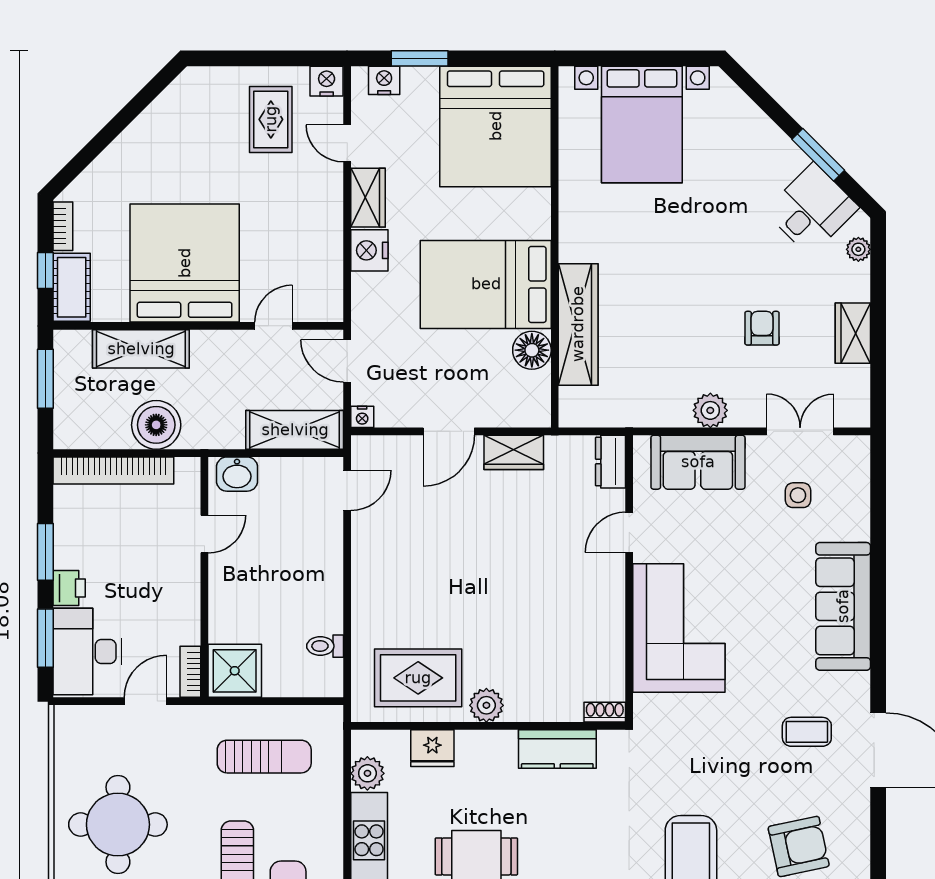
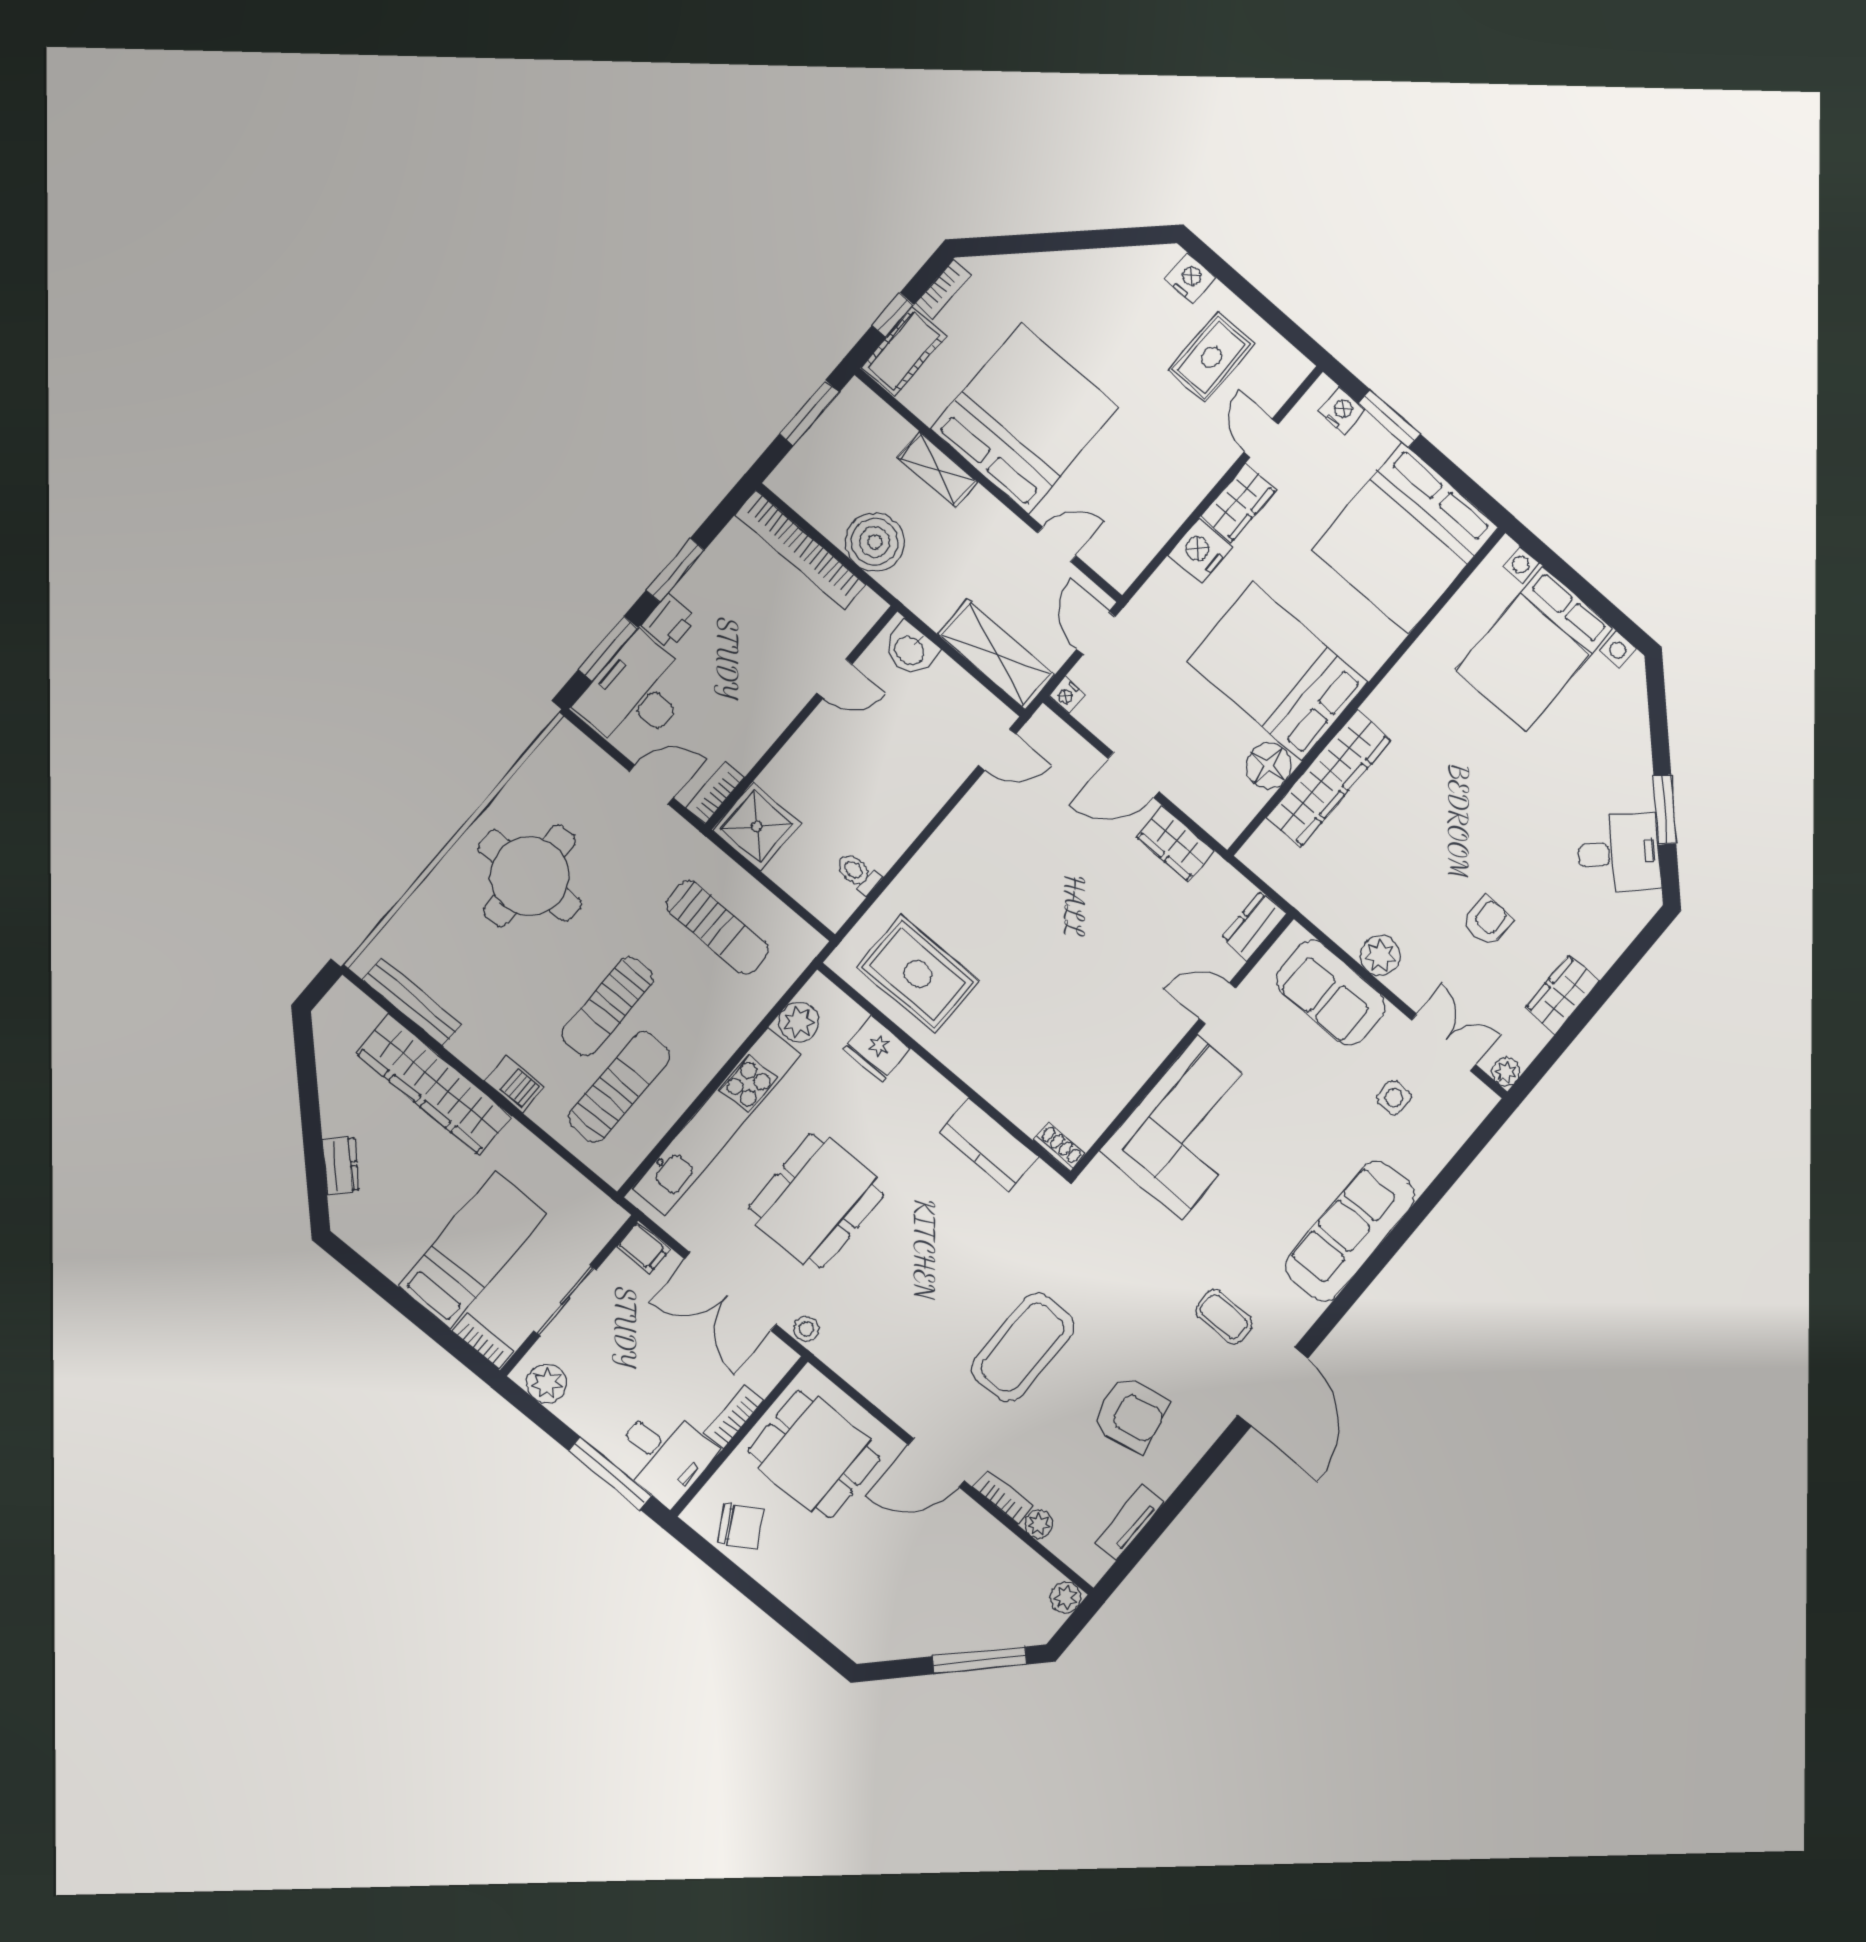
nightstand: (327, 81) -> (1190, 278), moved
plant: (858, 249) -> (1506, 1072), moved
shelving: (141, 349) -> (938, 470), width x0.67, depth x0.75
plant: (486, 705) -> (958, 1051), removed

